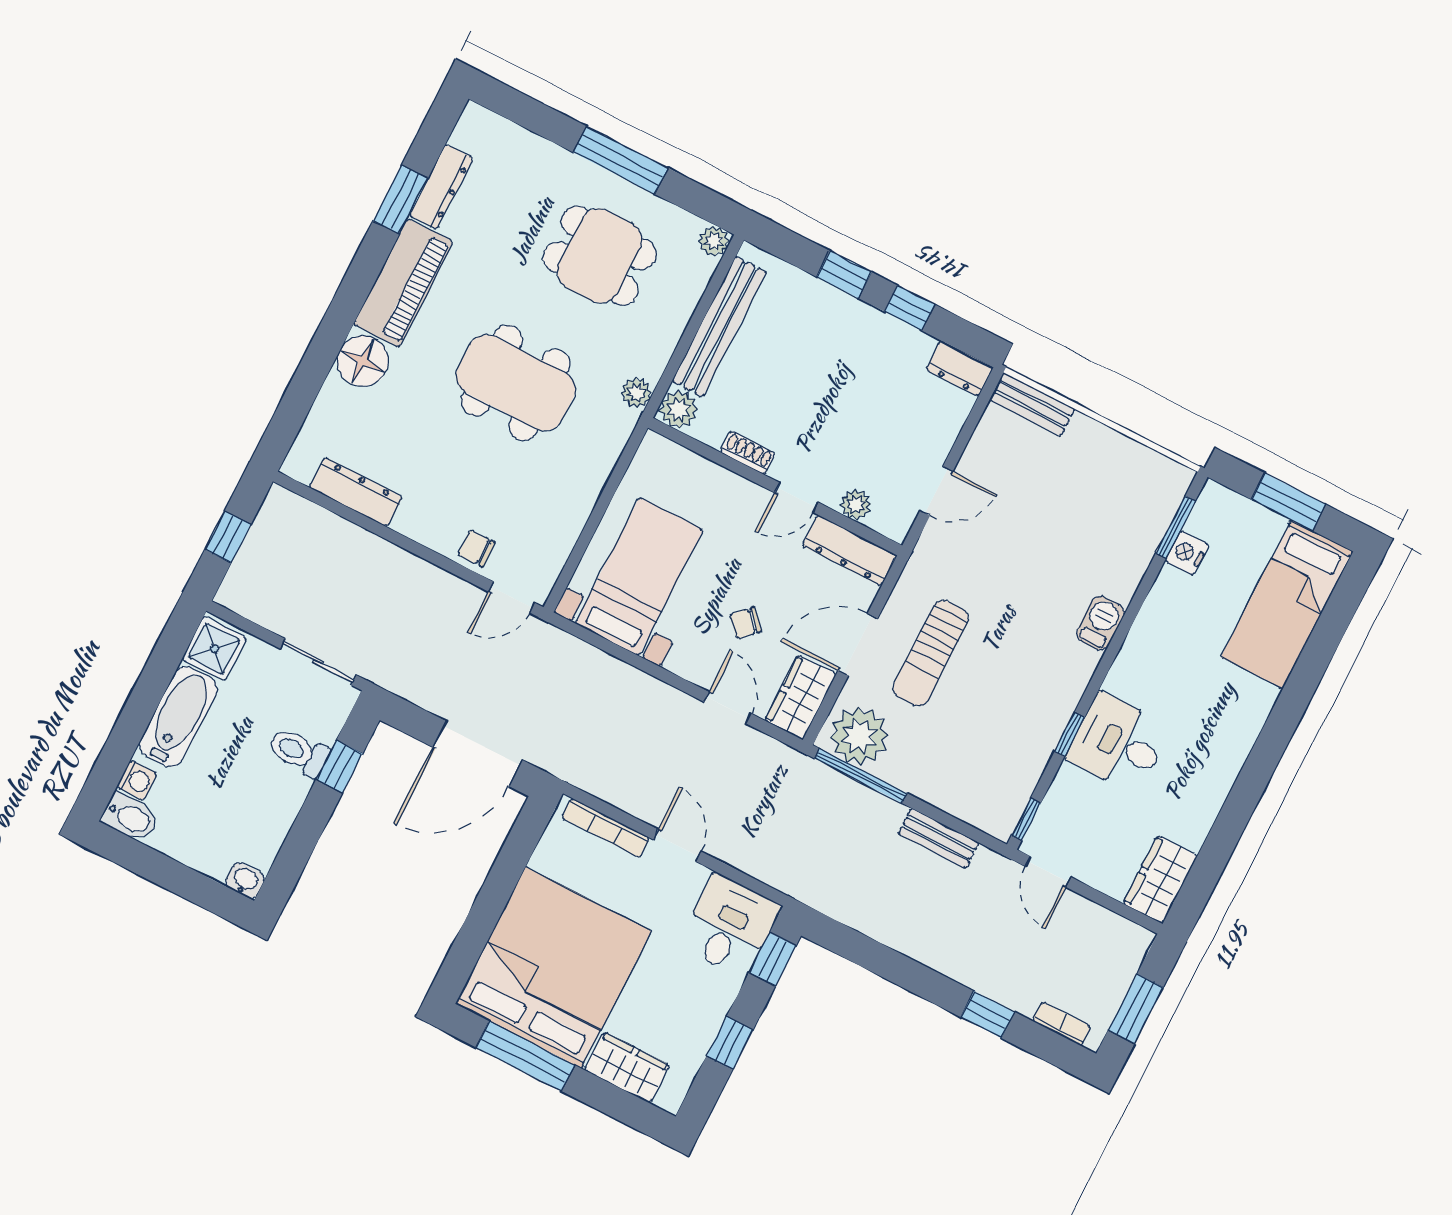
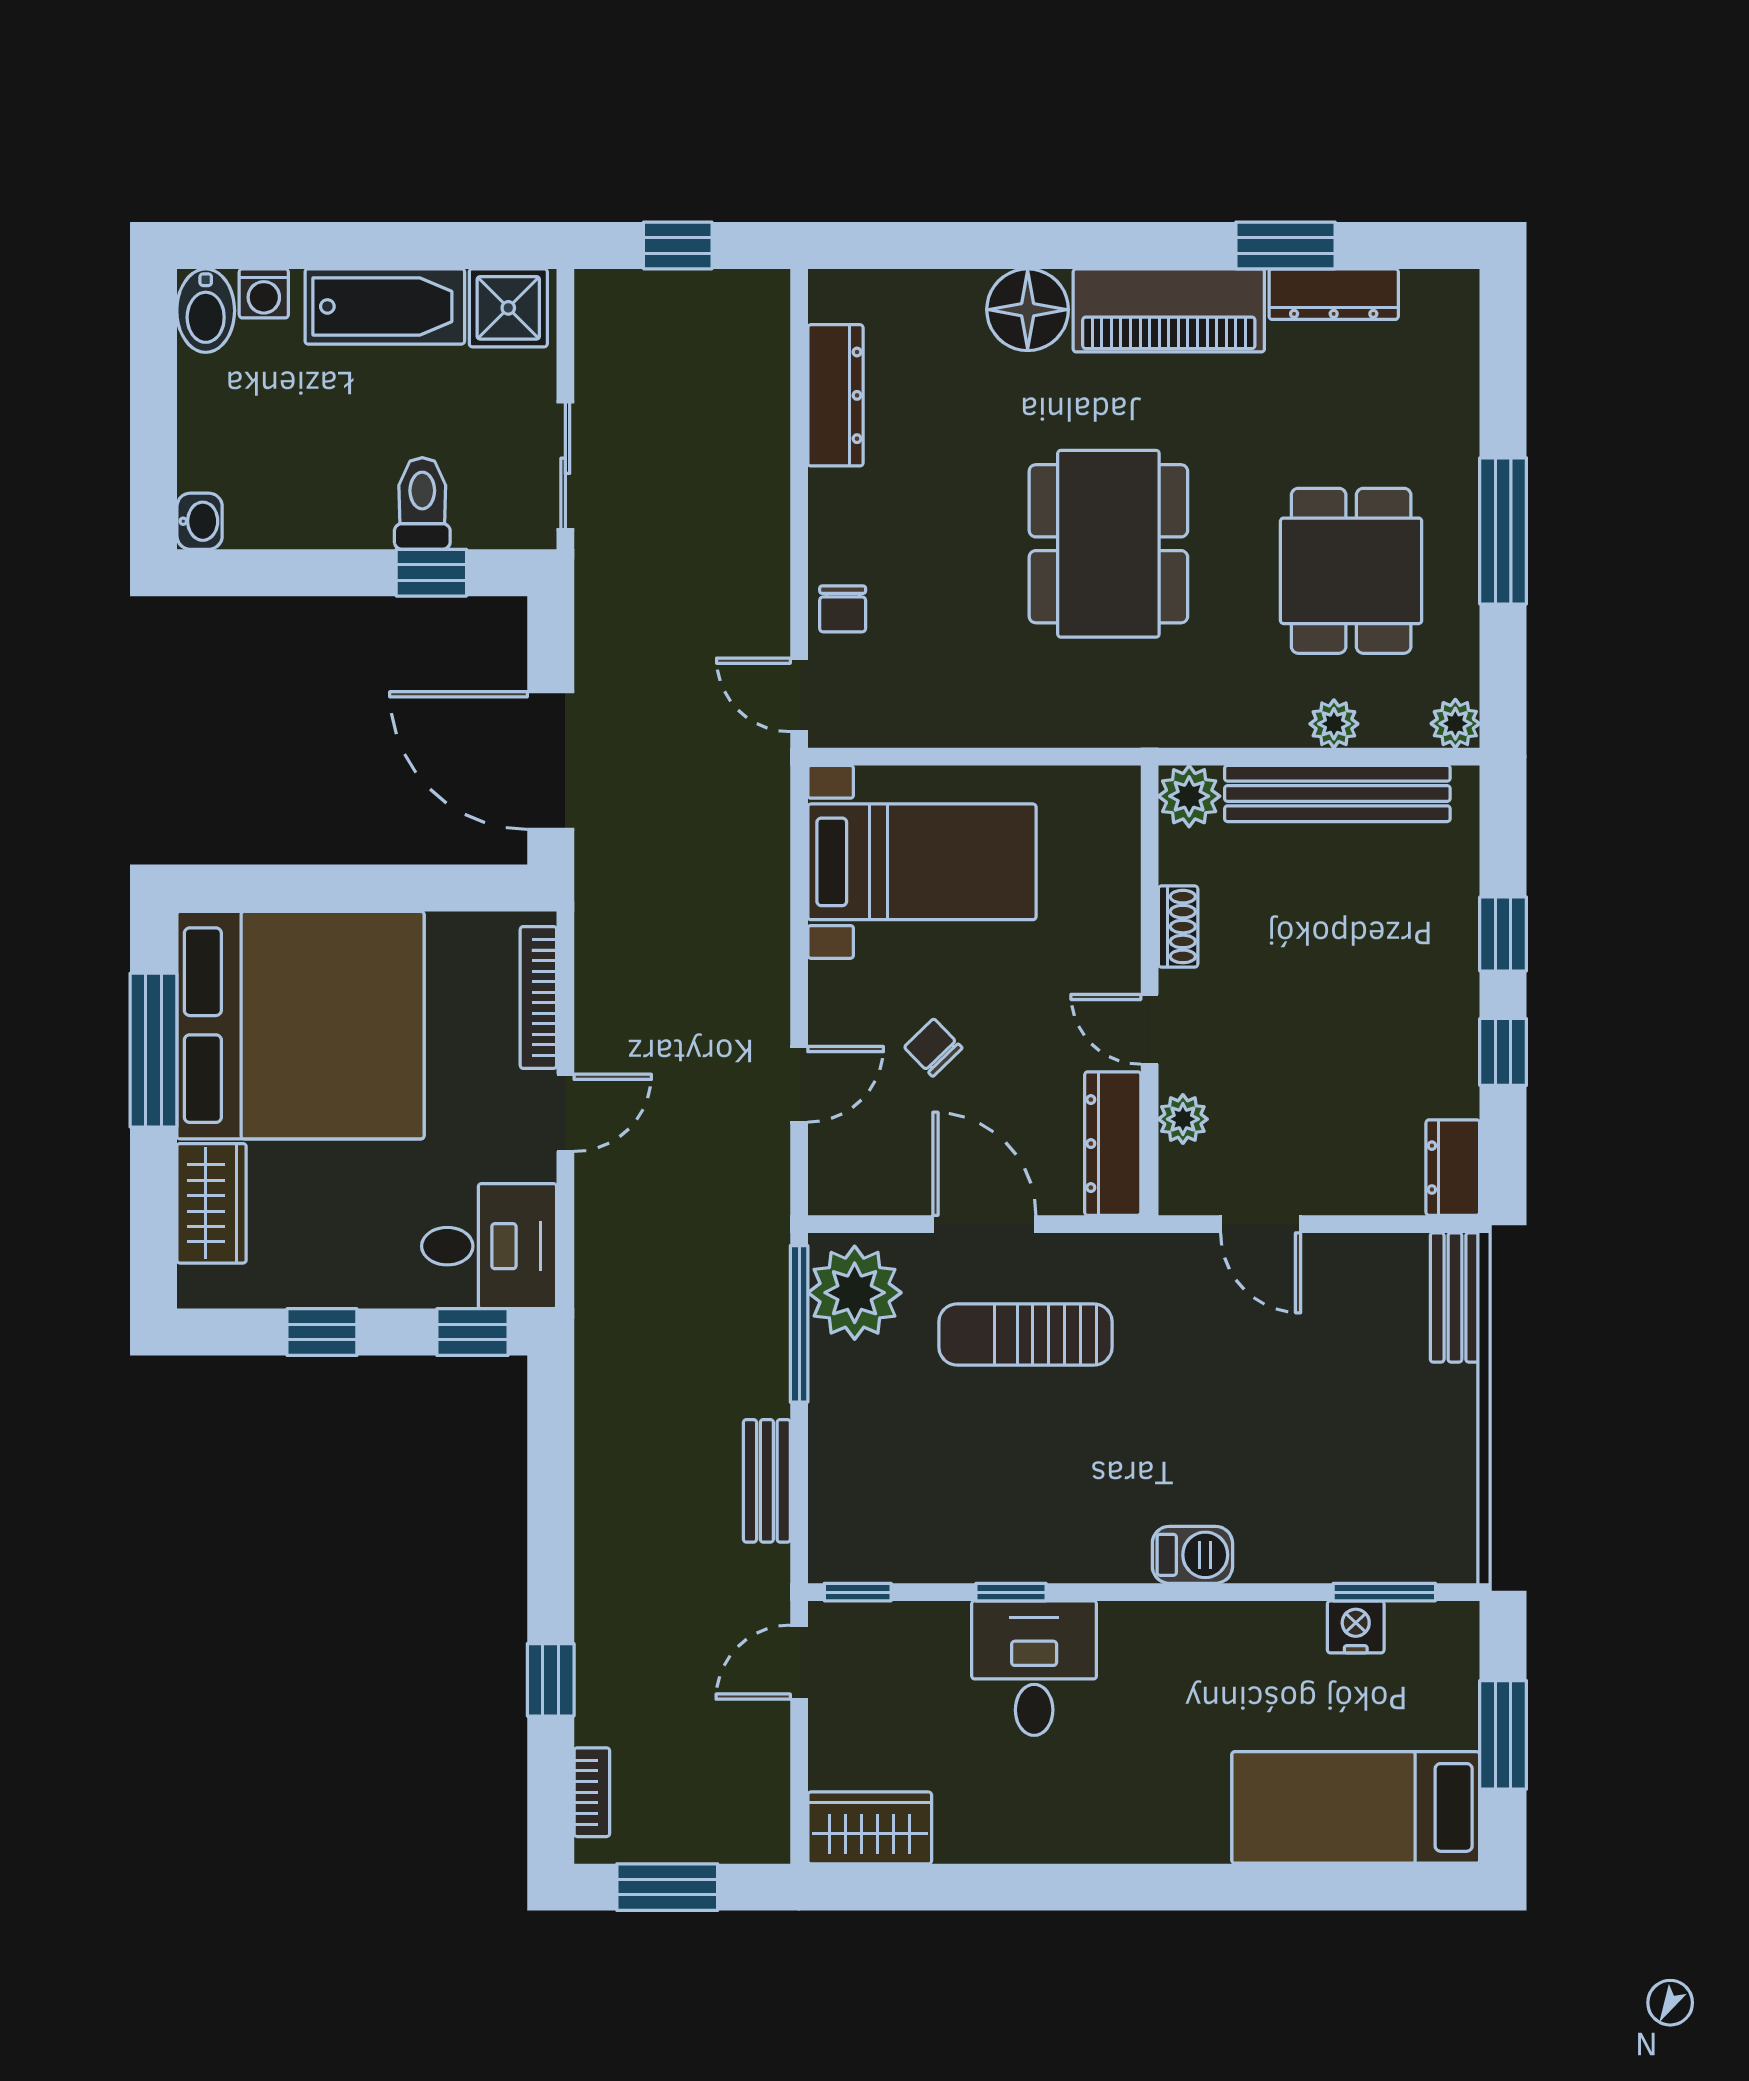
plant: (636, 393) -> (1334, 724), moved
chair: (476, 549) -> (843, 609), turned 180
wardrobe: (801, 697) -> (867, 1181), removed

